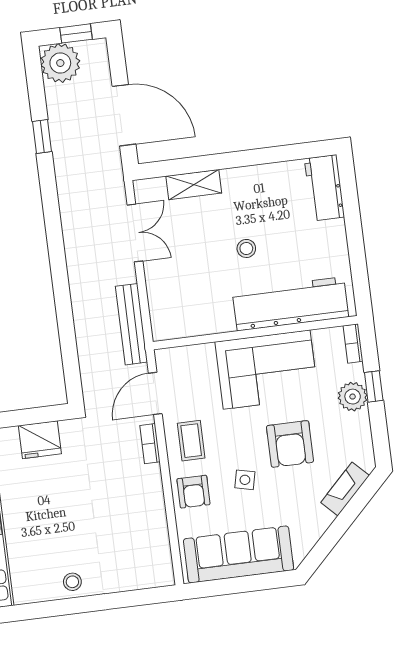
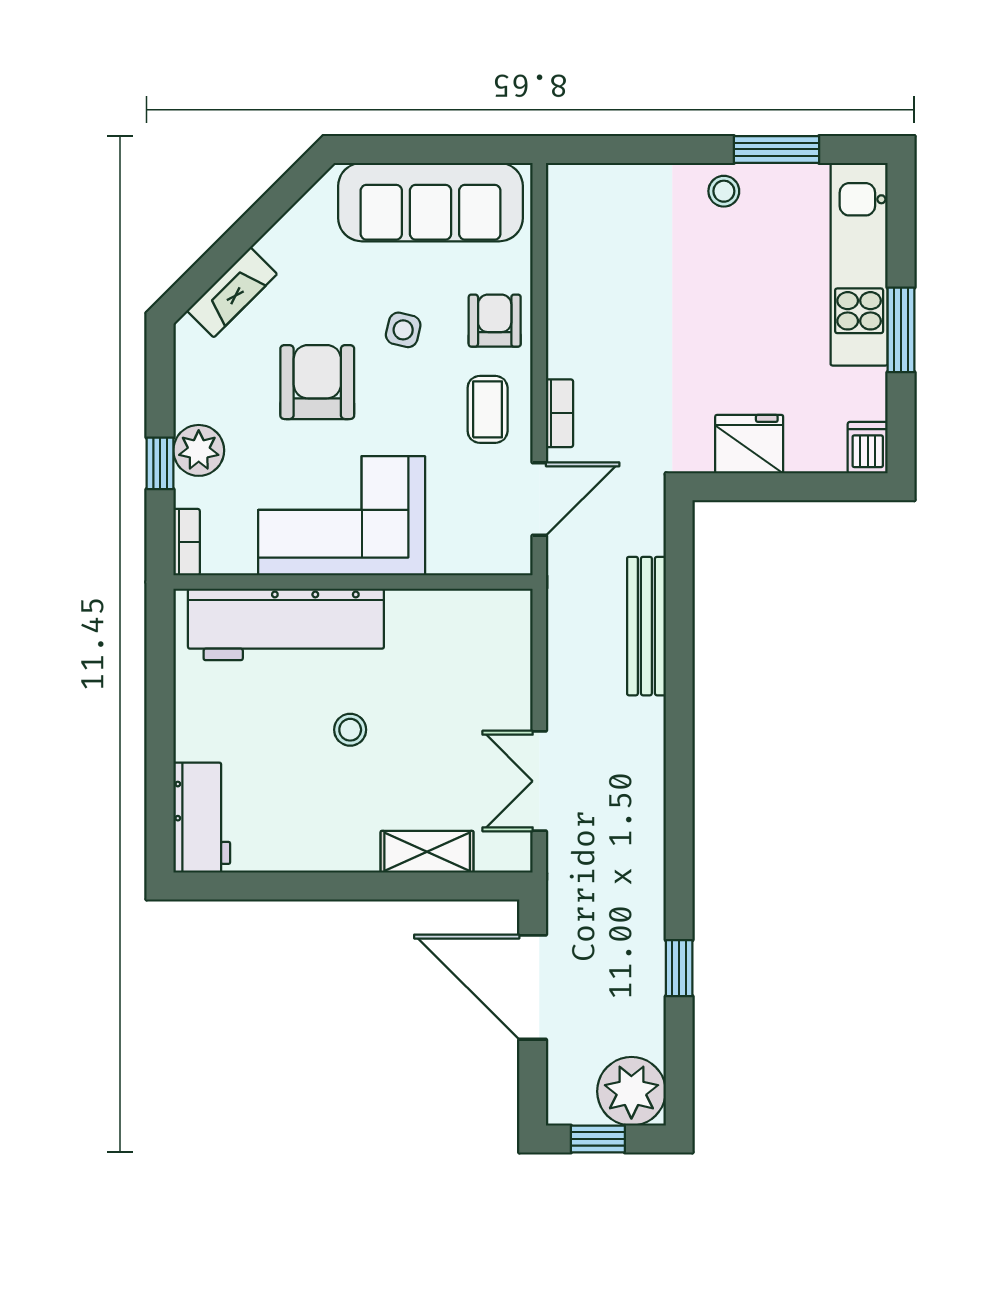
bench: (131, 324) -> (646, 626), moved
window: (45, 609) -> (777, 149), added

